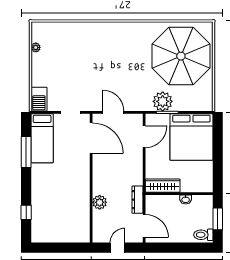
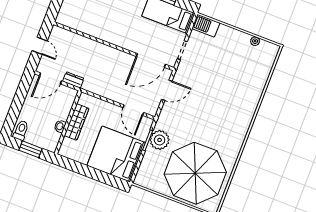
wardrobe: (163, 186) -> (77, 122), moved
dresser: (137, 200) -> (73, 80), width x0.70
plant: (100, 202) -> (88, 45), removed

